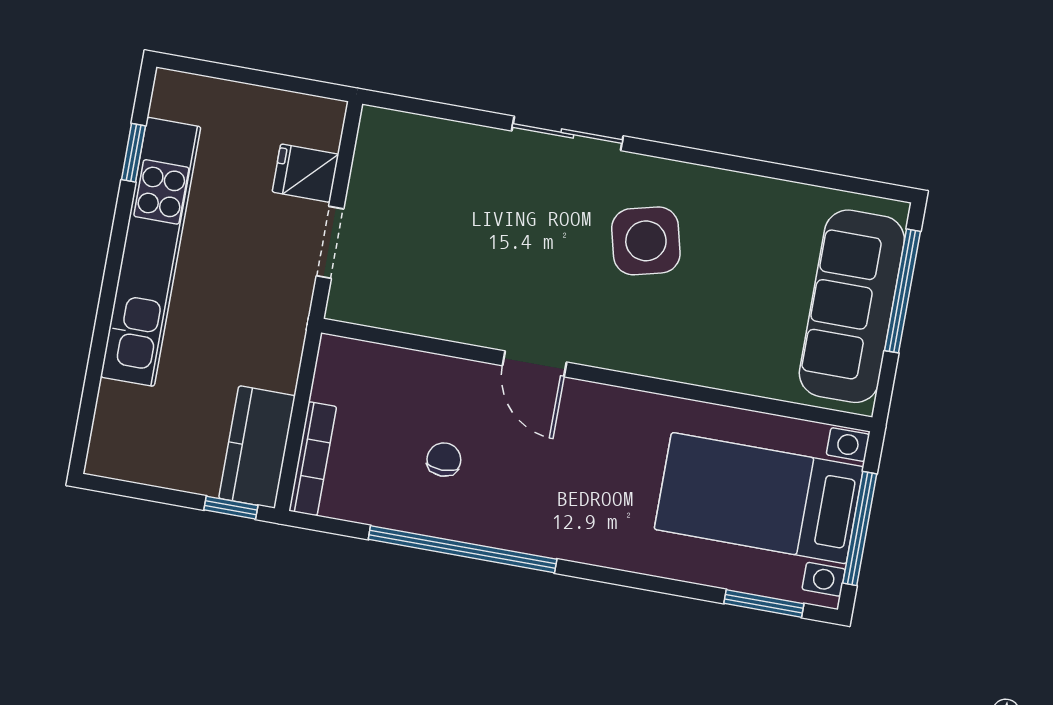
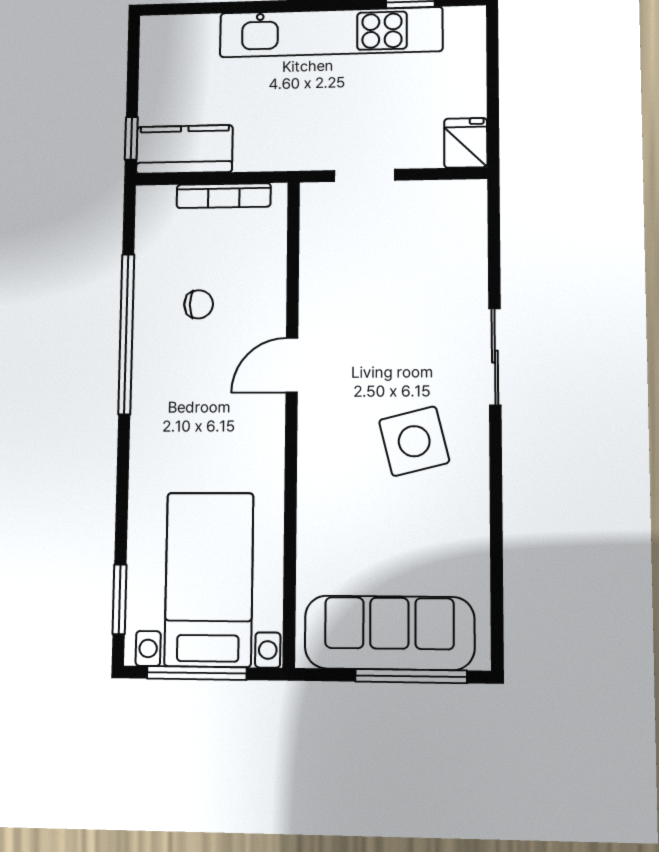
fridge: (305, 173) -> (466, 143), moved
bookcase: (313, 459) -> (224, 196), moved

